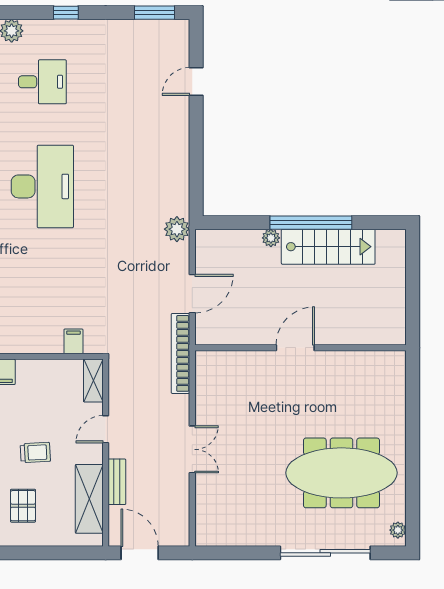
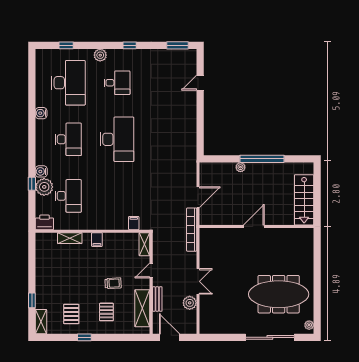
plant: (177, 229) -> (190, 303), moved
stairs: (328, 247) -> (304, 200), moved, turned 90

